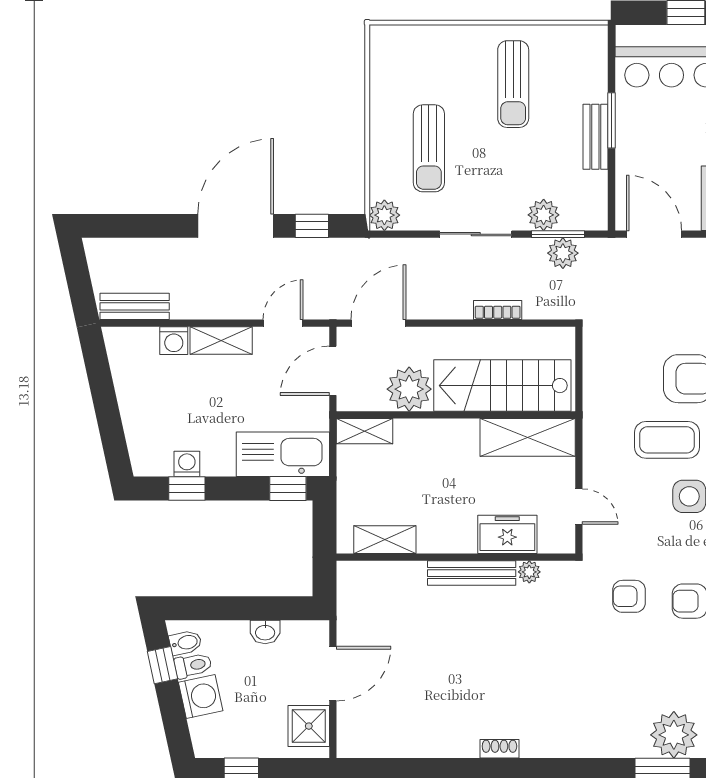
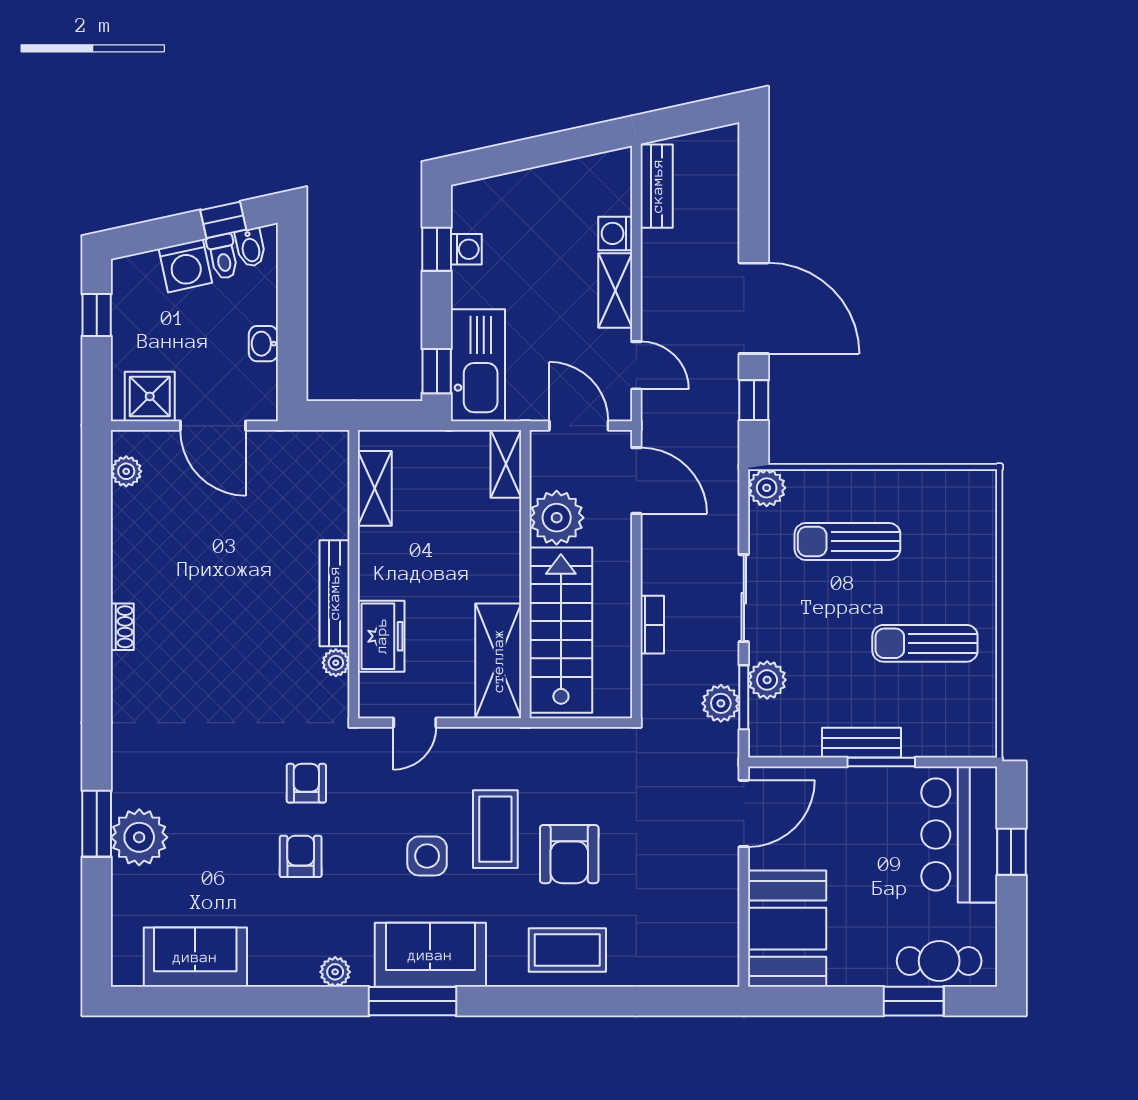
plant: (371, 746) -> (126, 471), added

